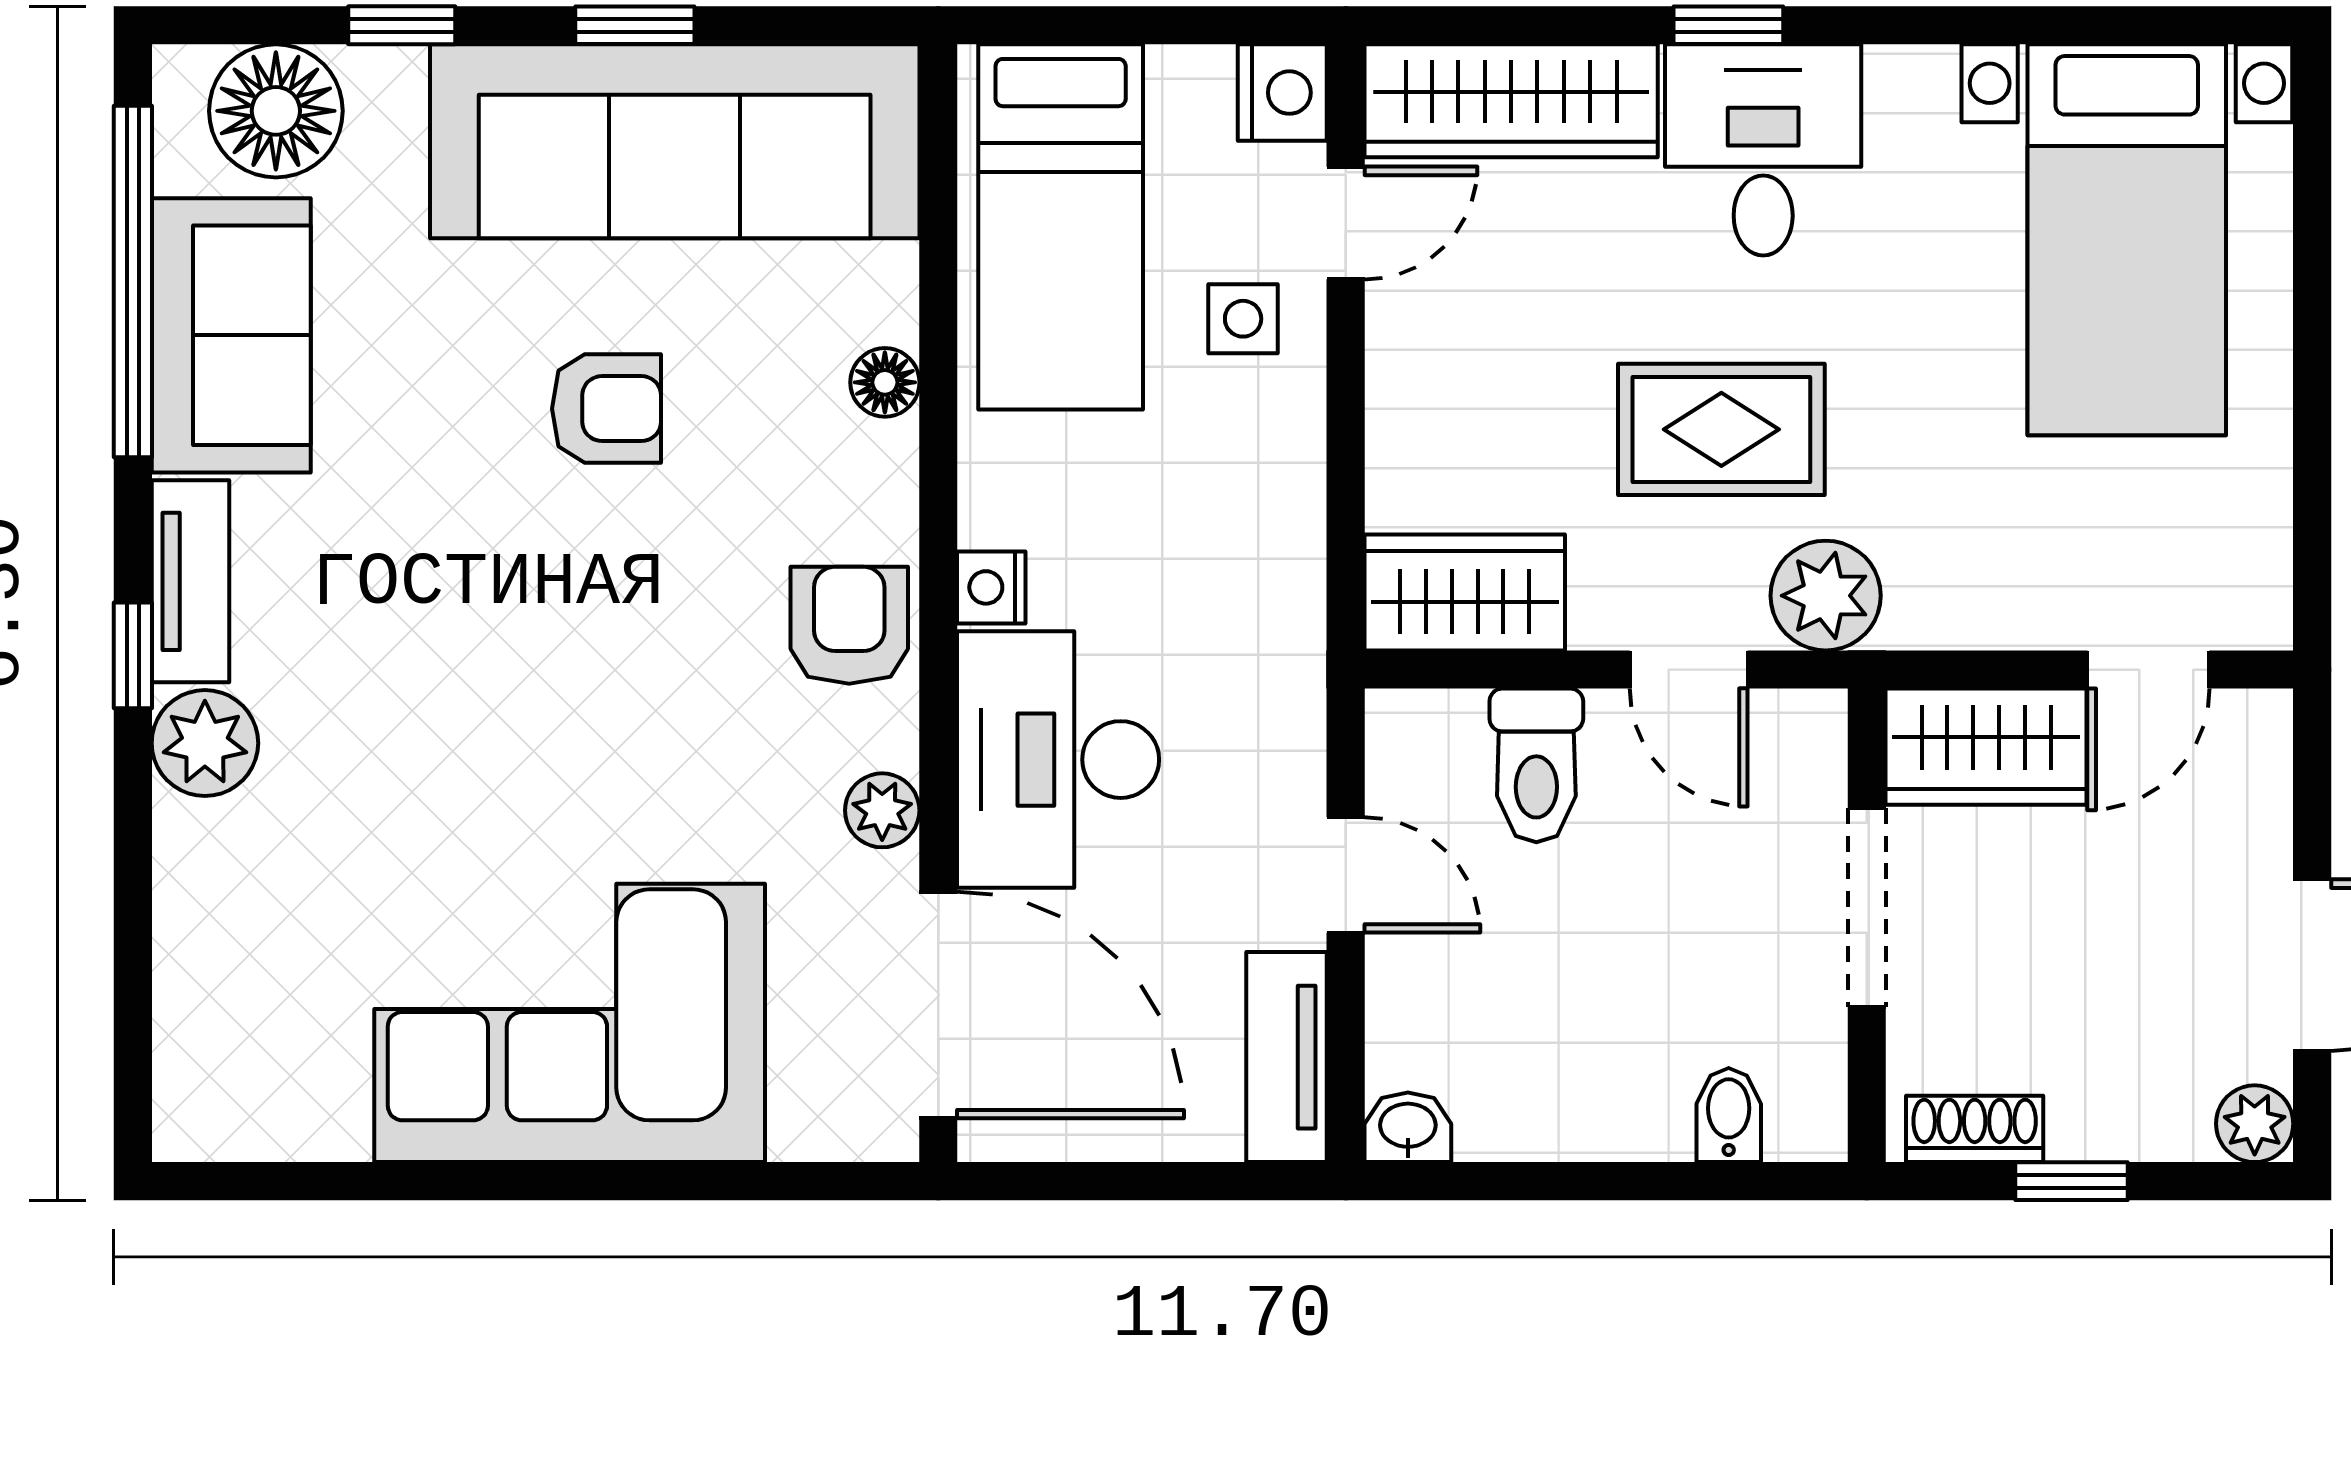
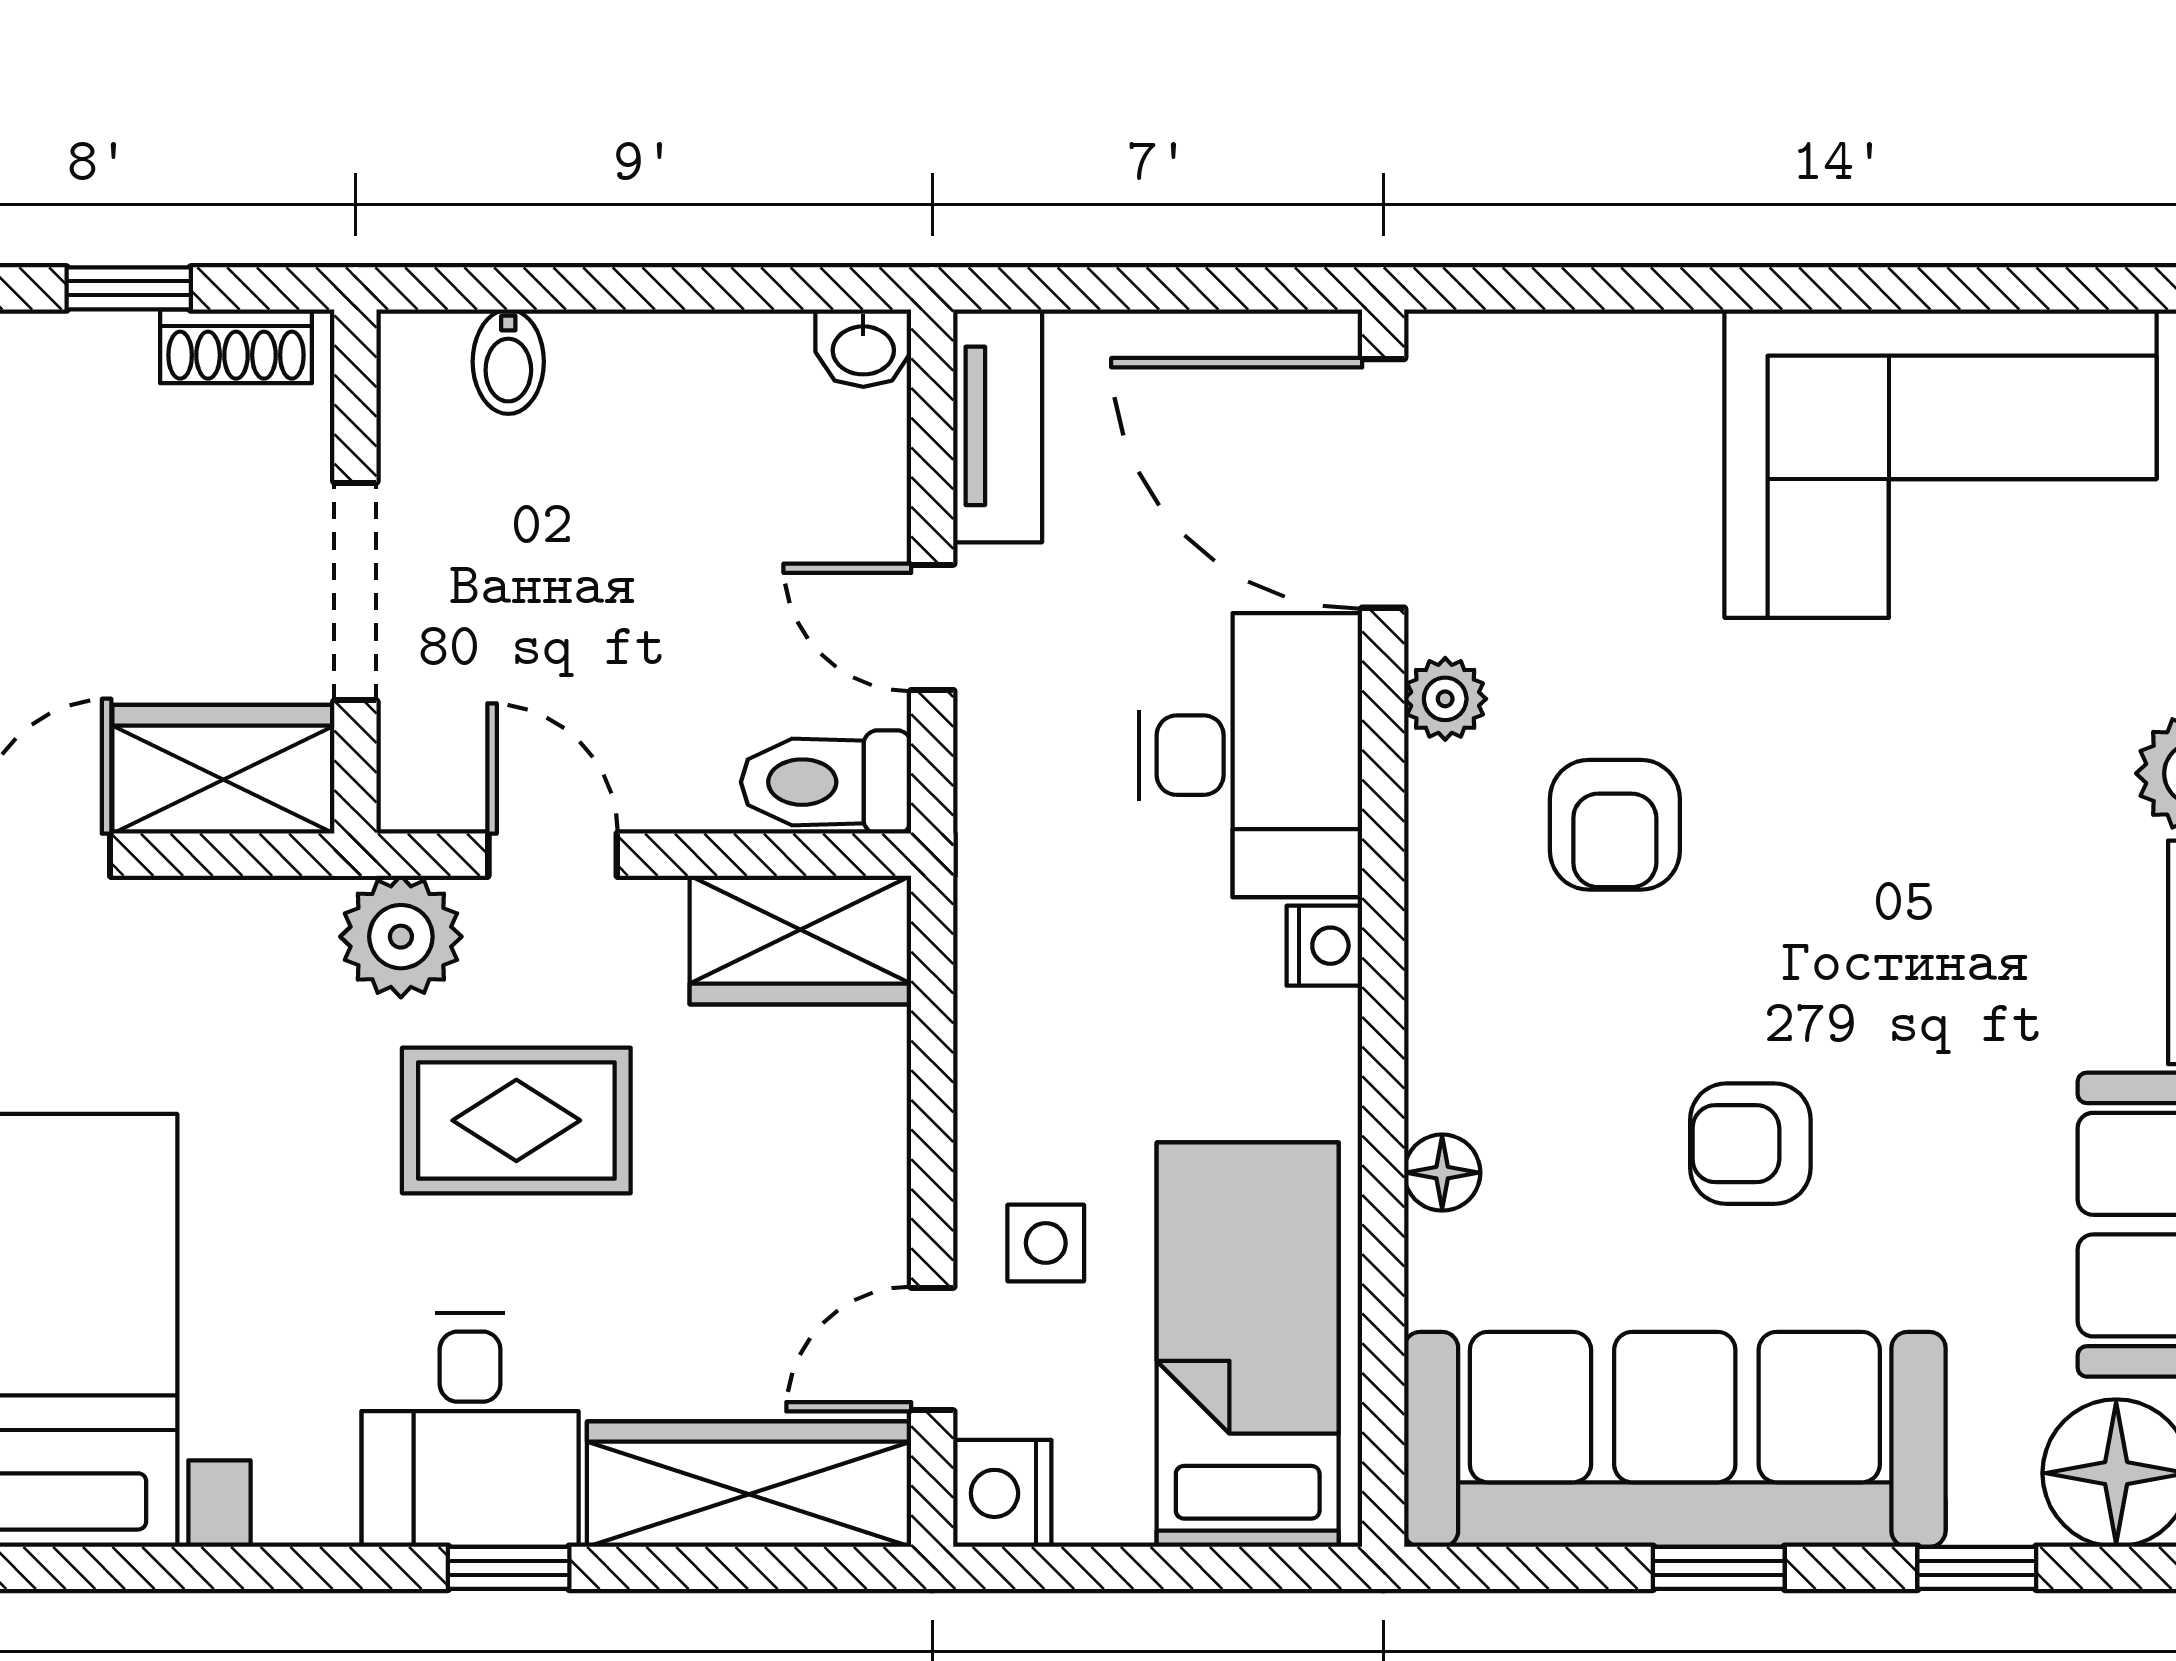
armchair: (849, 625) -> (1615, 825), moved
toilet: (1536, 765) -> (826, 782), moved, turned -90
corner sofa: (570, 1023) -> (1941, 464), moved

